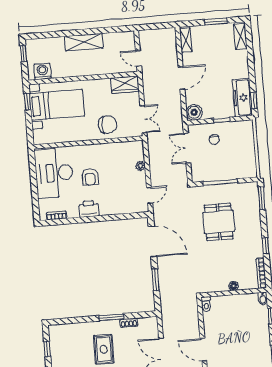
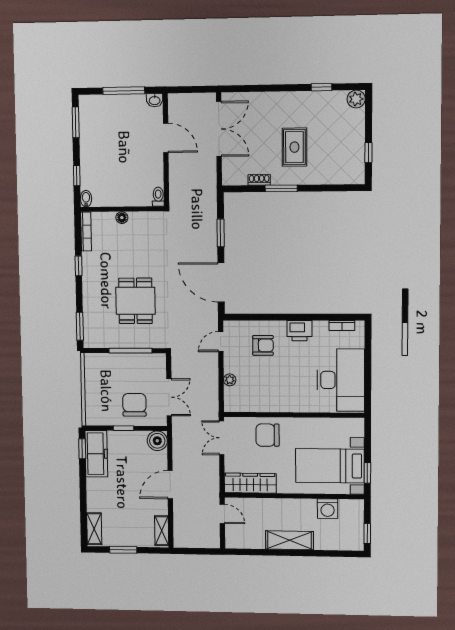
washing machine: (42, 71) -> (328, 509), moved
wardrobe: (125, 85) -> (250, 483), width x1.50
chair: (214, 139) -> (134, 405), width x1.87, depth x1.87
armchair: (90, 177) -> (263, 345), moved, turned 90

